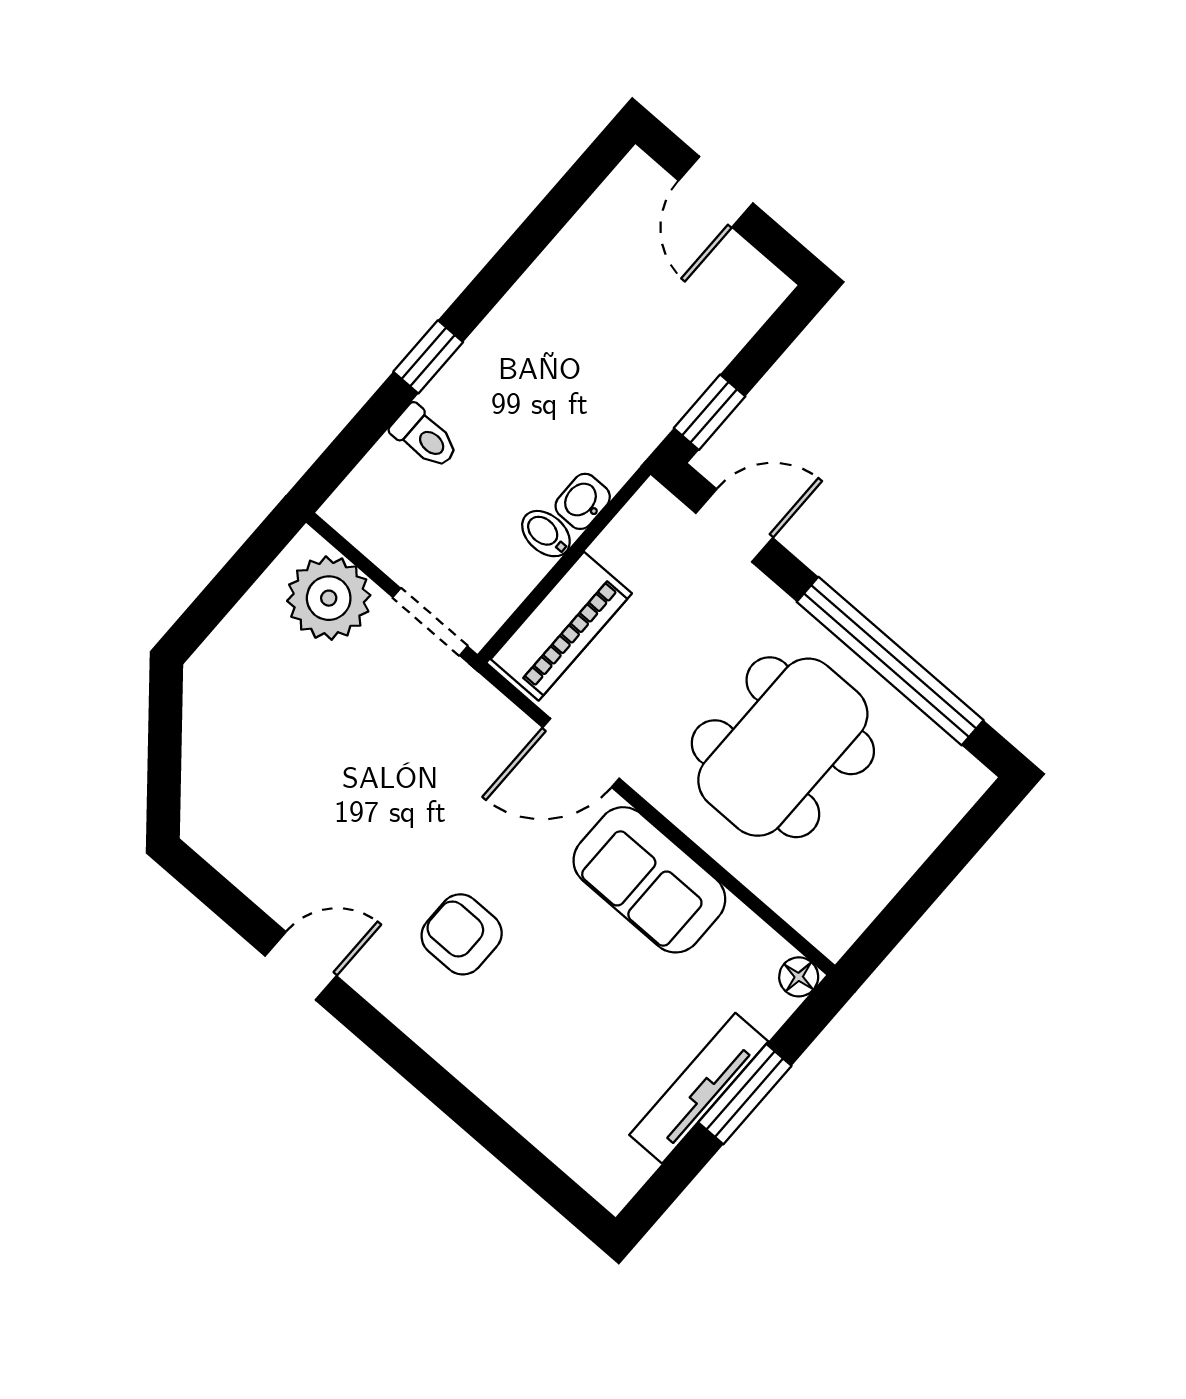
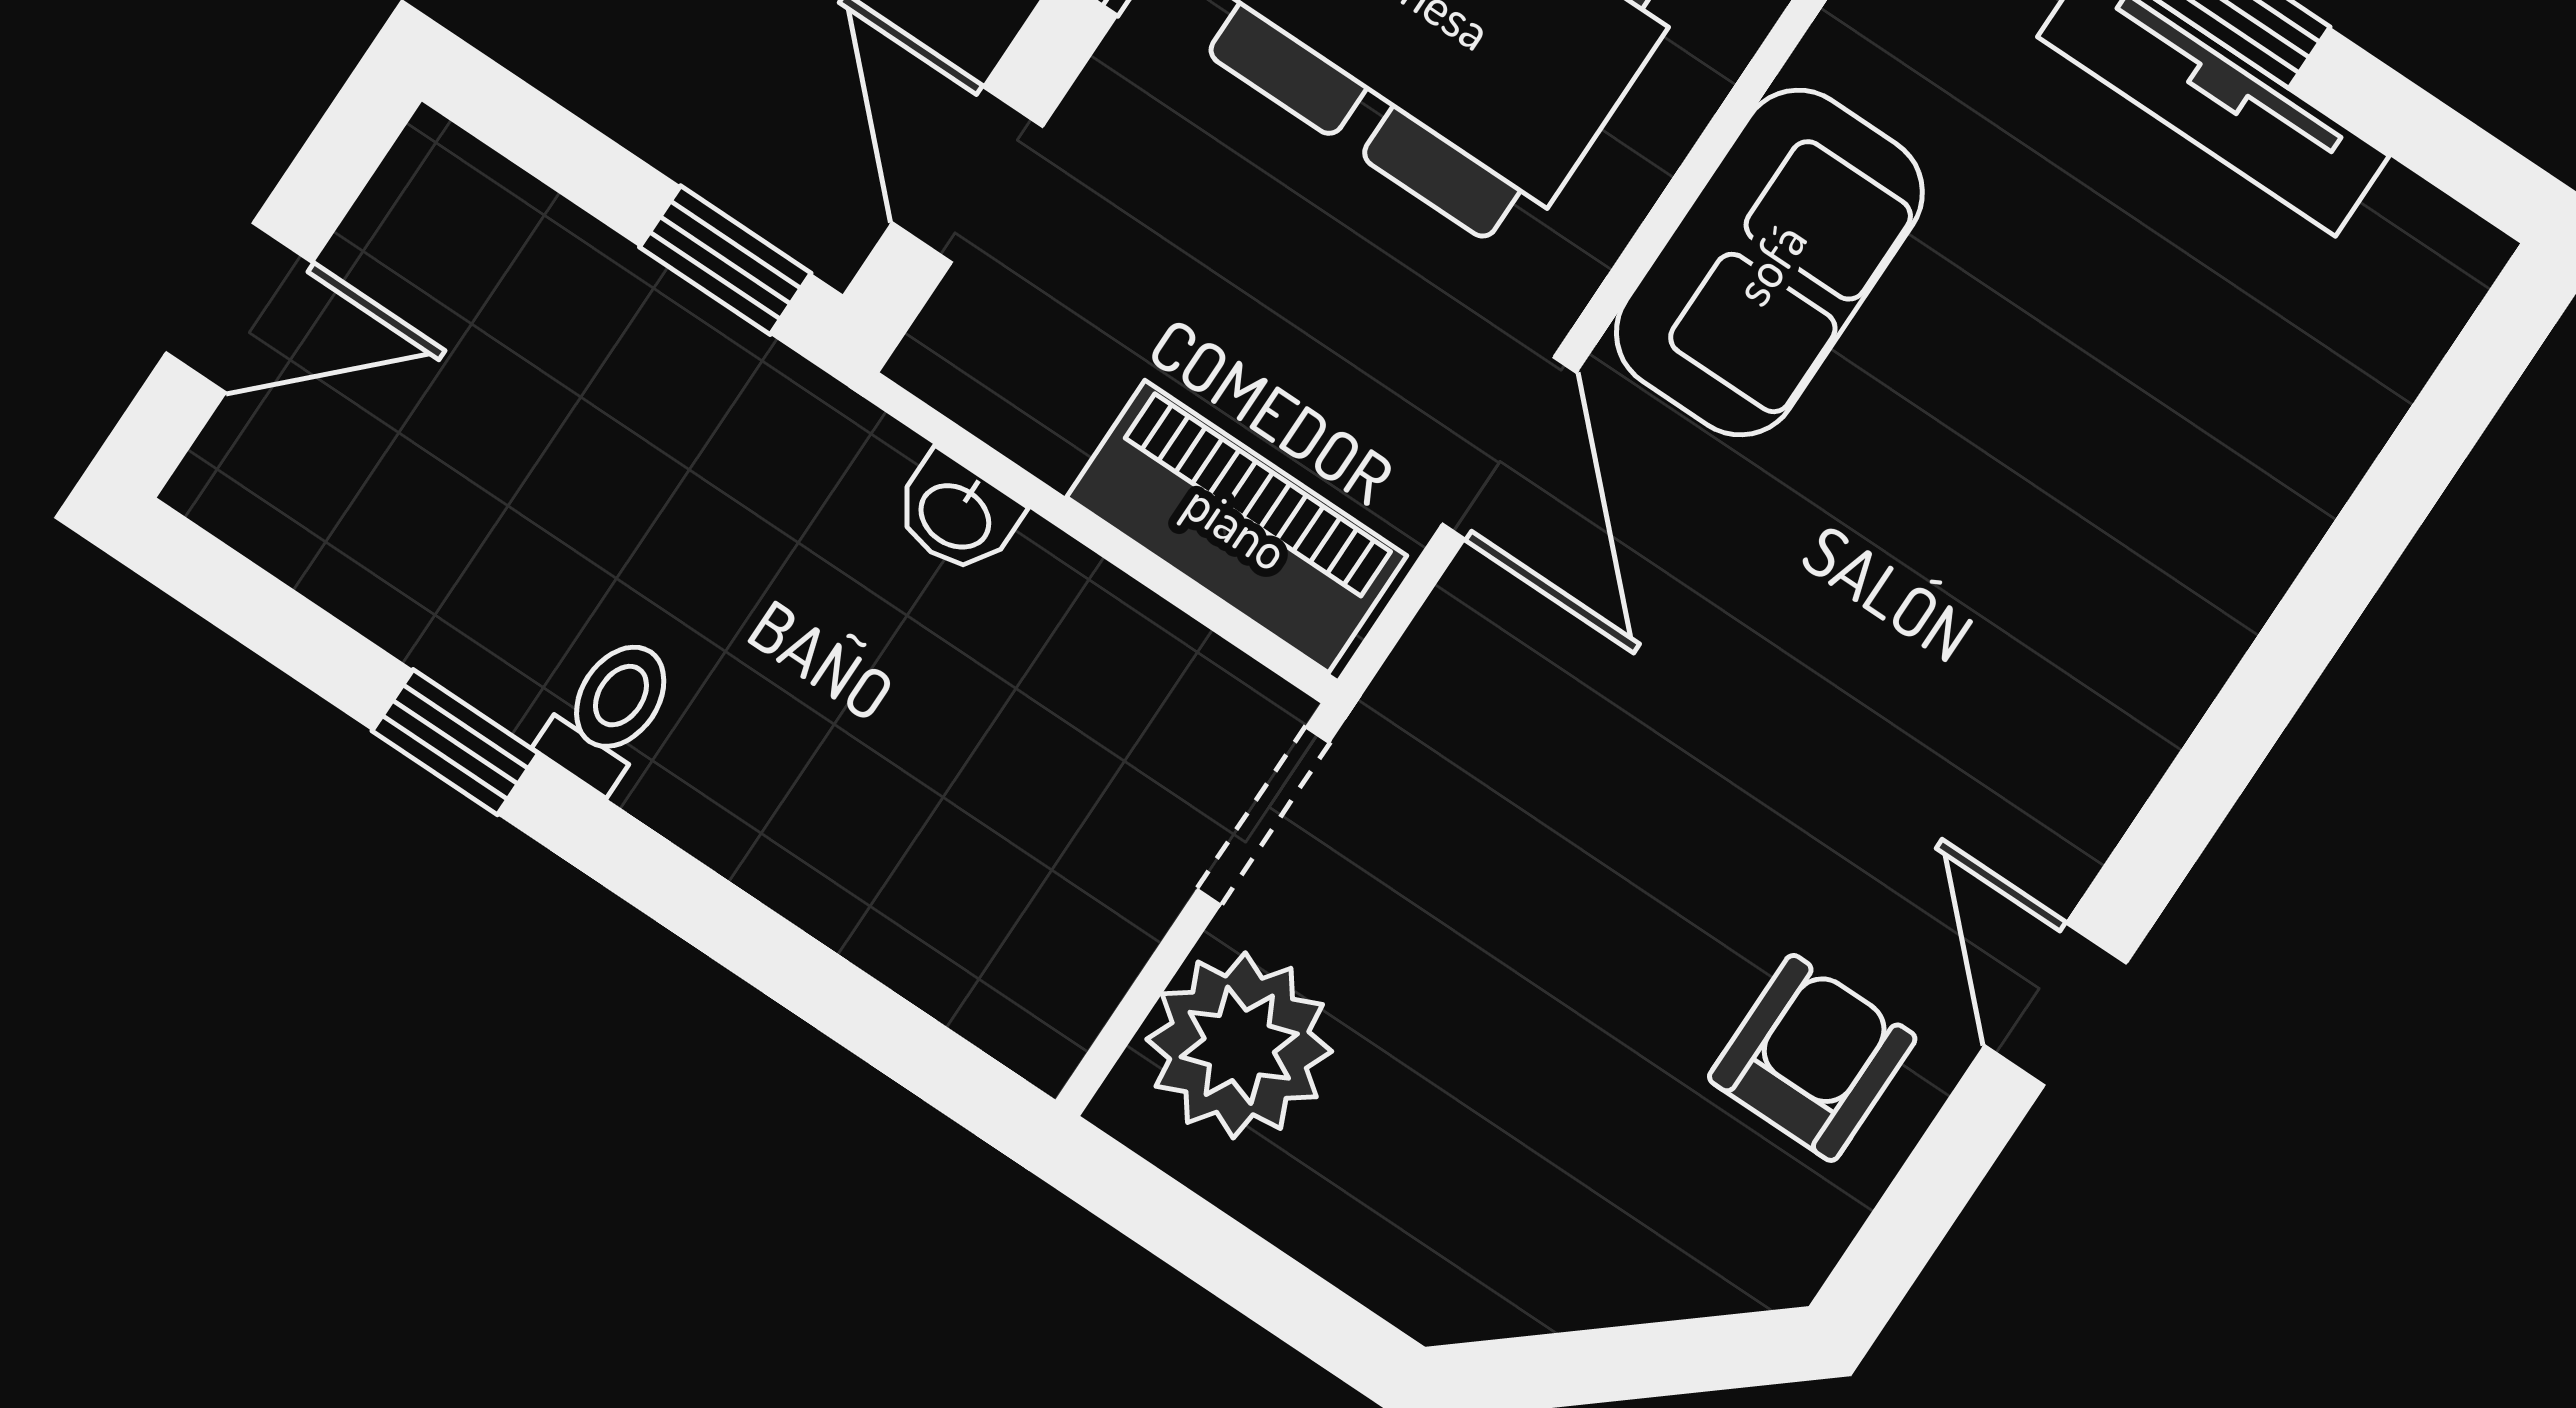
window: (428, 357) -> (455, 742), moved
toilet: (425, 437) -> (610, 713), moved
bidet: (546, 534) -> (1037, 586), removed
armchair: (462, 934) -> (1812, 1058), moved, turned 180

